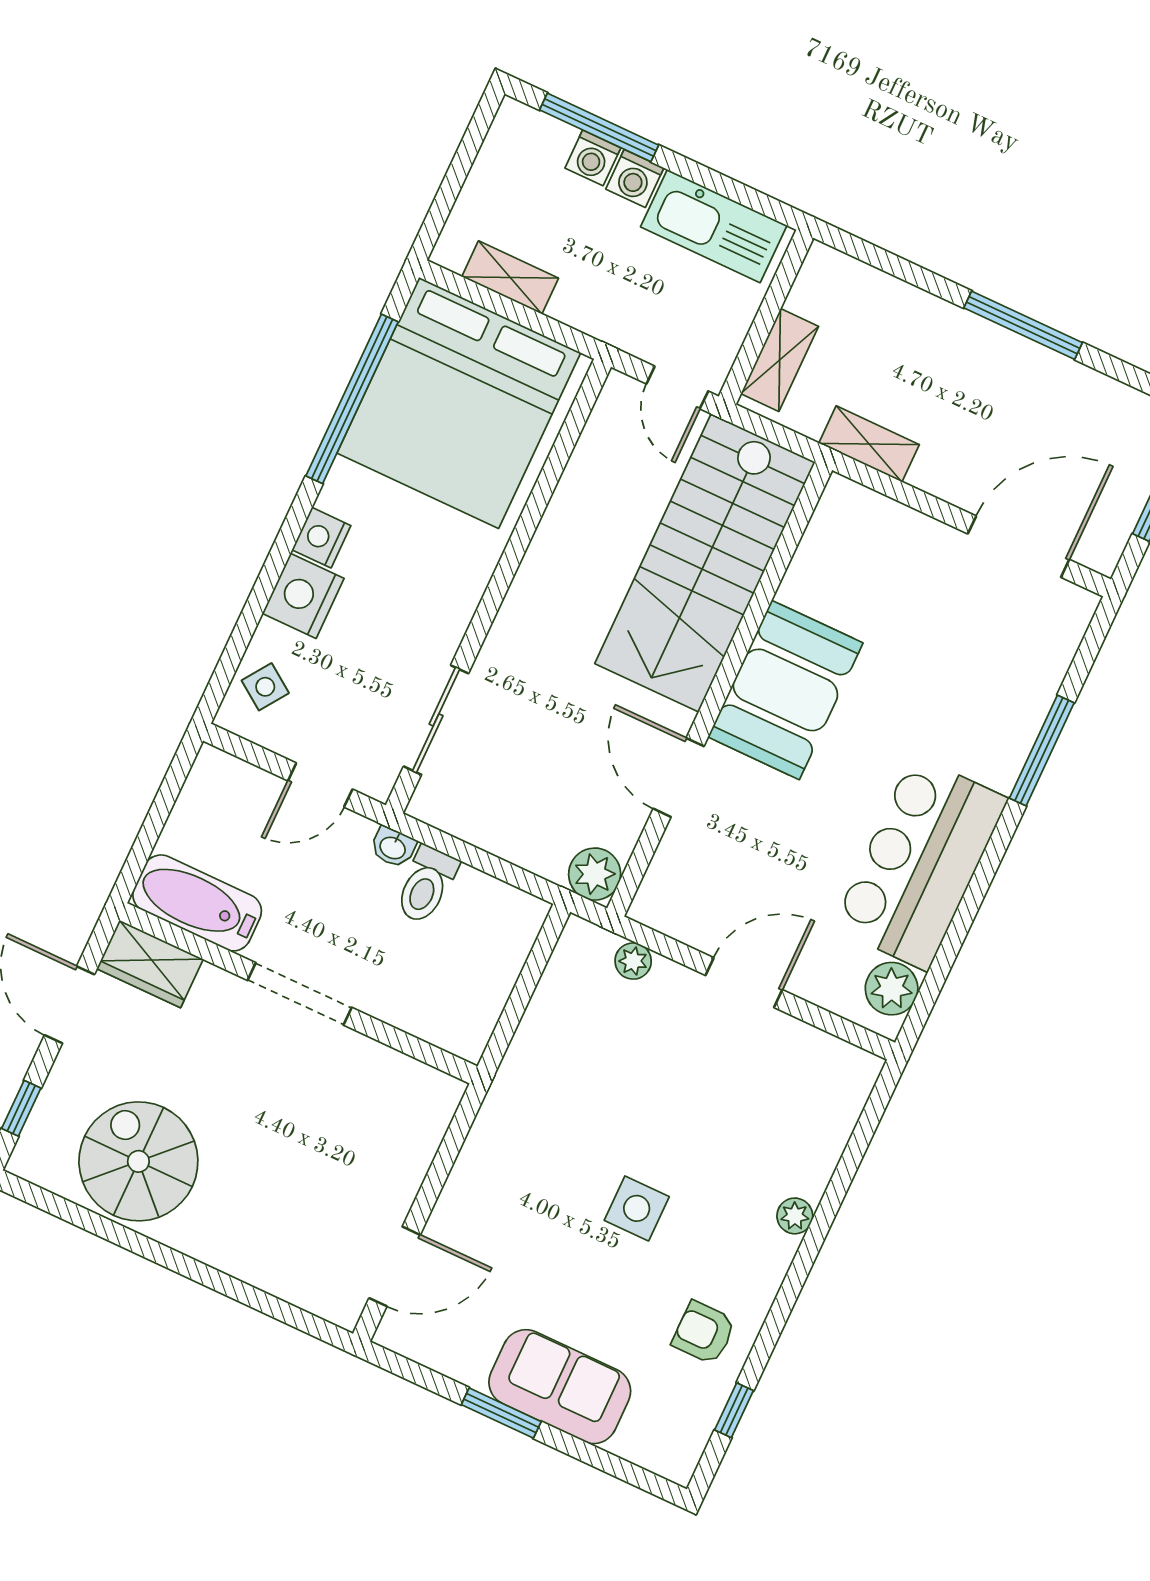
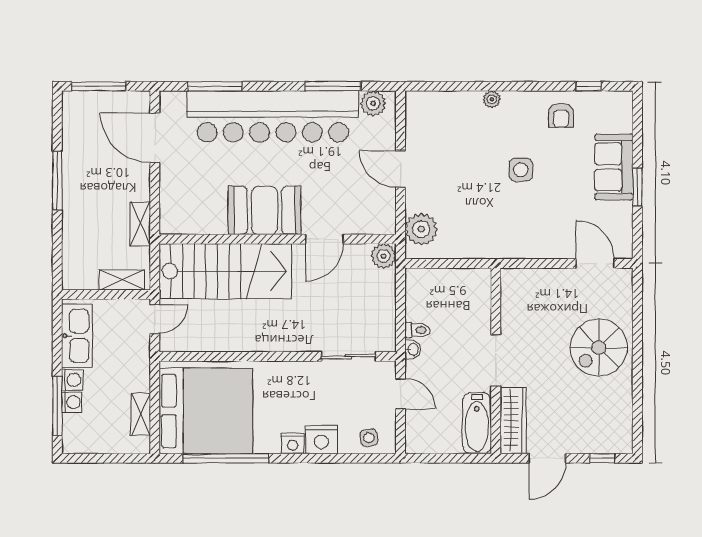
side table: (265, 687) -> (369, 438), turned 45
window: (1042, 750) -> (215, 86), moved
bar counter: (920, 863) -> (273, 116), width x1.86
toilet: (426, 885) -> (418, 330), width x0.73, depth x0.72
window: (959, 928) -> (333, 86), added
plant: (633, 961) -> (421, 229), width x1.87, depth x1.87
wardrobe: (150, 964) -> (513, 420), width x1.50
spiral stairs: (138, 1161) -> (599, 348), moved

